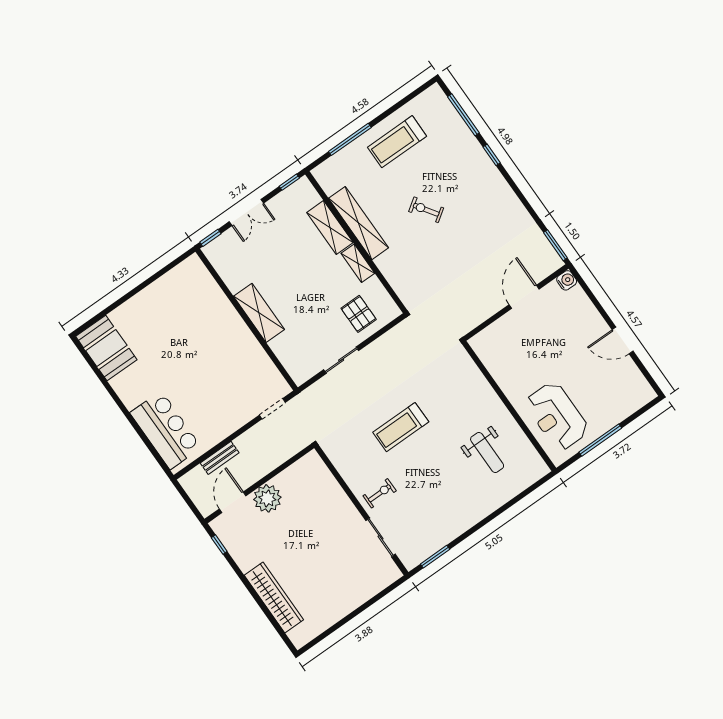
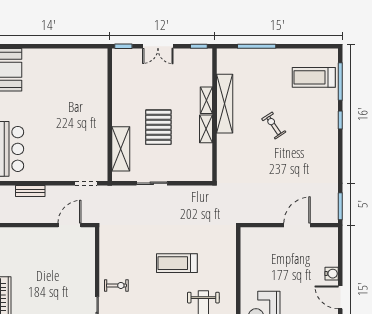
treadmill: (397, 142) -> (314, 77), moved
shelving: (330, 228) -> (206, 100), width x0.67, depth x0.75
water cooler: (567, 280) -> (332, 274), moved
shelving: (259, 313) -> (121, 149), moved
pallet: (359, 314) -> (158, 127), moved, width x1.50, depth x1.42
treadmill: (401, 427) -> (177, 263), moved
plant: (267, 498) -> (42, 238), removed
door: (233, 502) -> (70, 225), moved

